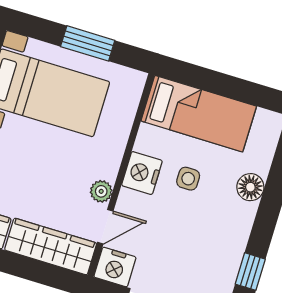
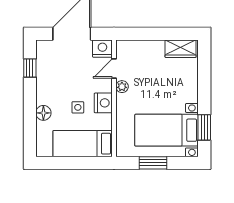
wardrobe: (51, 246) -> (140, 49), removed

